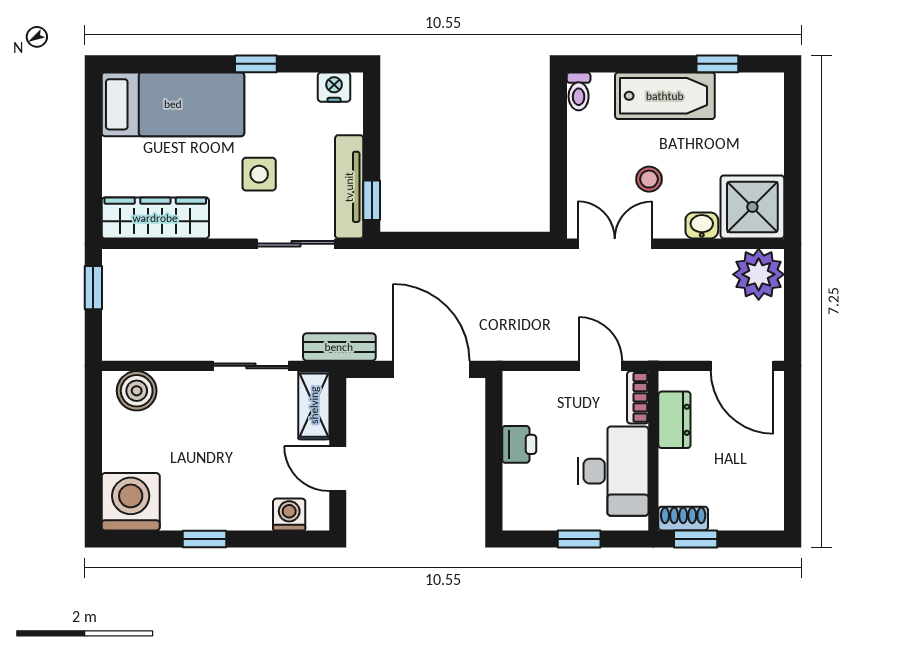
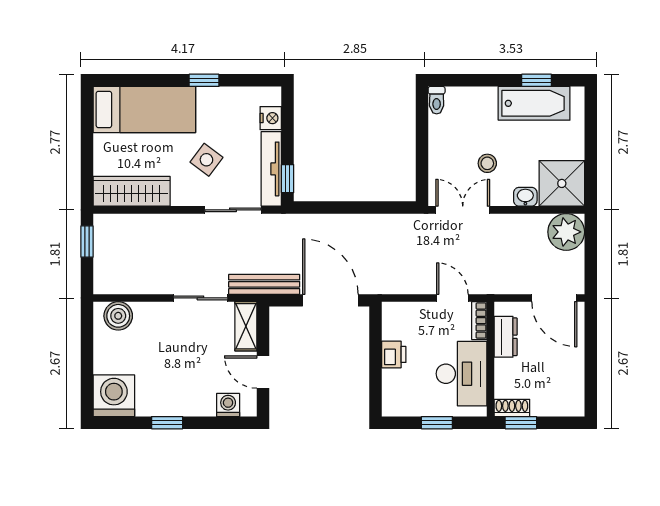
nightstand: (334, 87) -> (271, 118), moved, turned 90
bathtub: (665, 96) -> (534, 103), moved
side table: (259, 174) -> (206, 160), turned 37
bench: (339, 347) -> (264, 284), width x1.36

